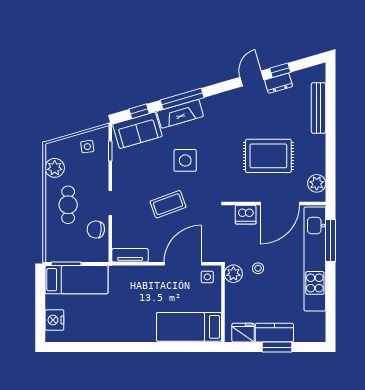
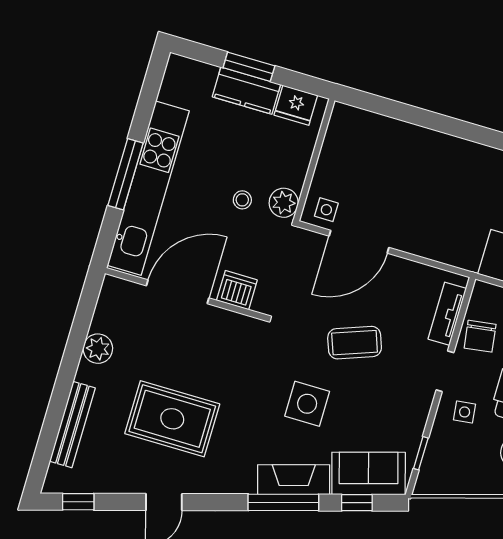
window: (280, 70) -> (78, 502), moved
dresser: (279, 83) -> (124, 482), removed
side table: (87, 147) -> (465, 412), moved
rug: (268, 156) -> (172, 419), moved
plant: (317, 183) -> (98, 349), moved
chair: (96, 230) -> (480, 336), turned 77
window: (331, 240) -> (125, 174), moved
tv unit: (130, 255) -> (447, 314), moved, turned 90
bed: (189, 327) -> (378, 140), removed

